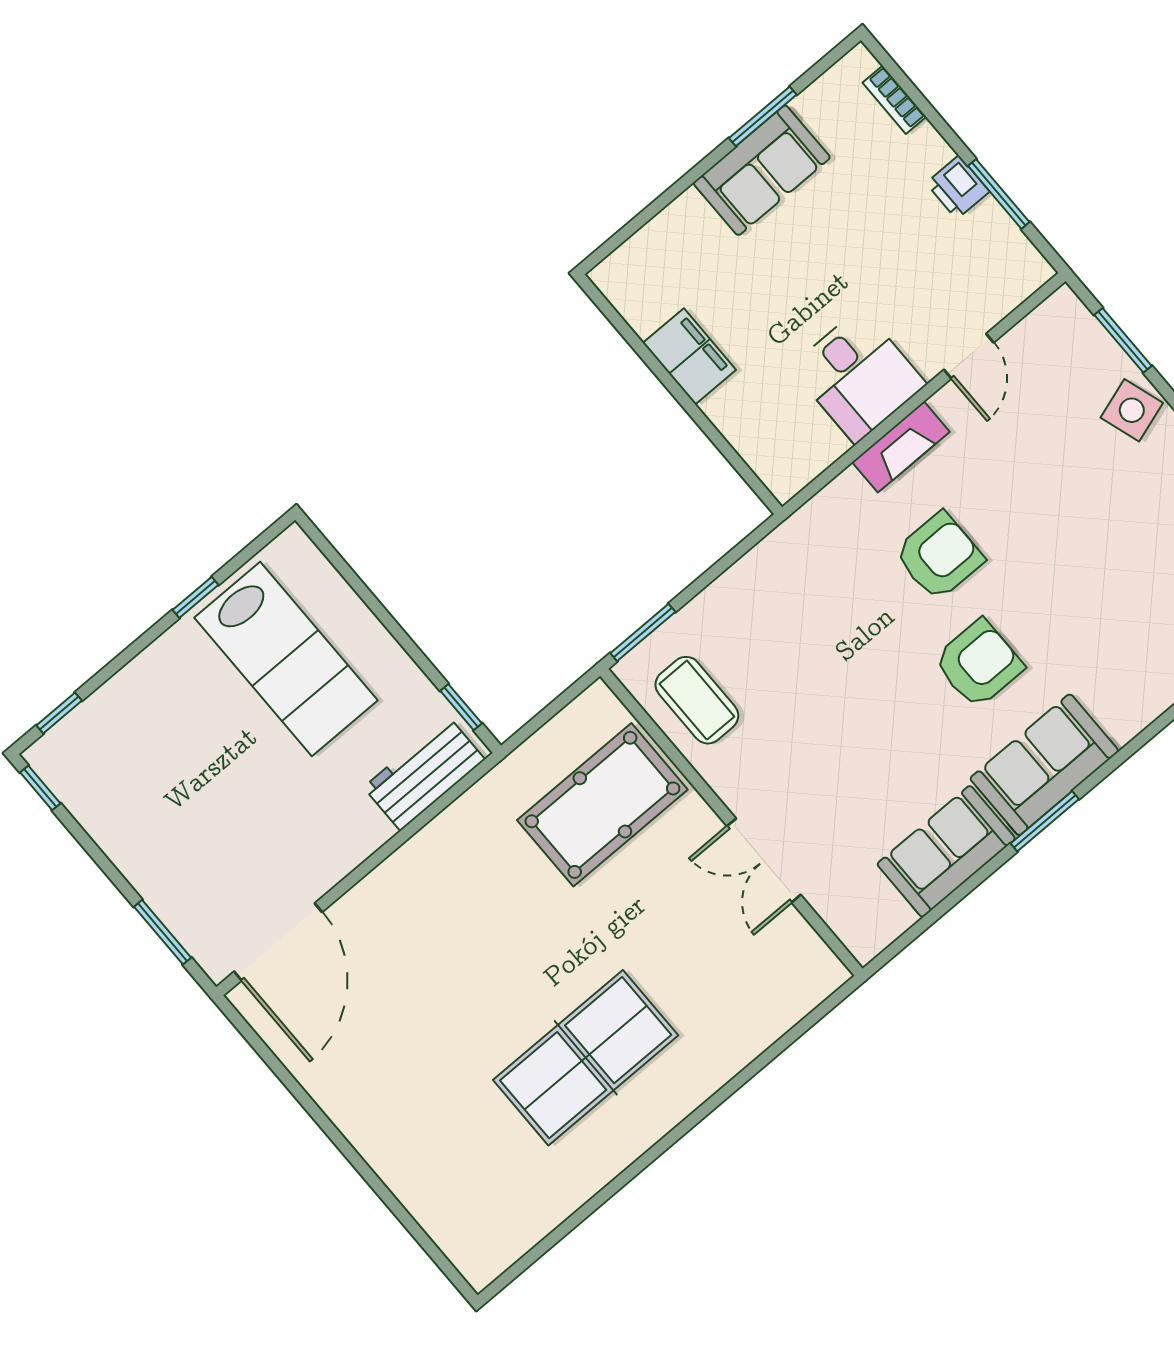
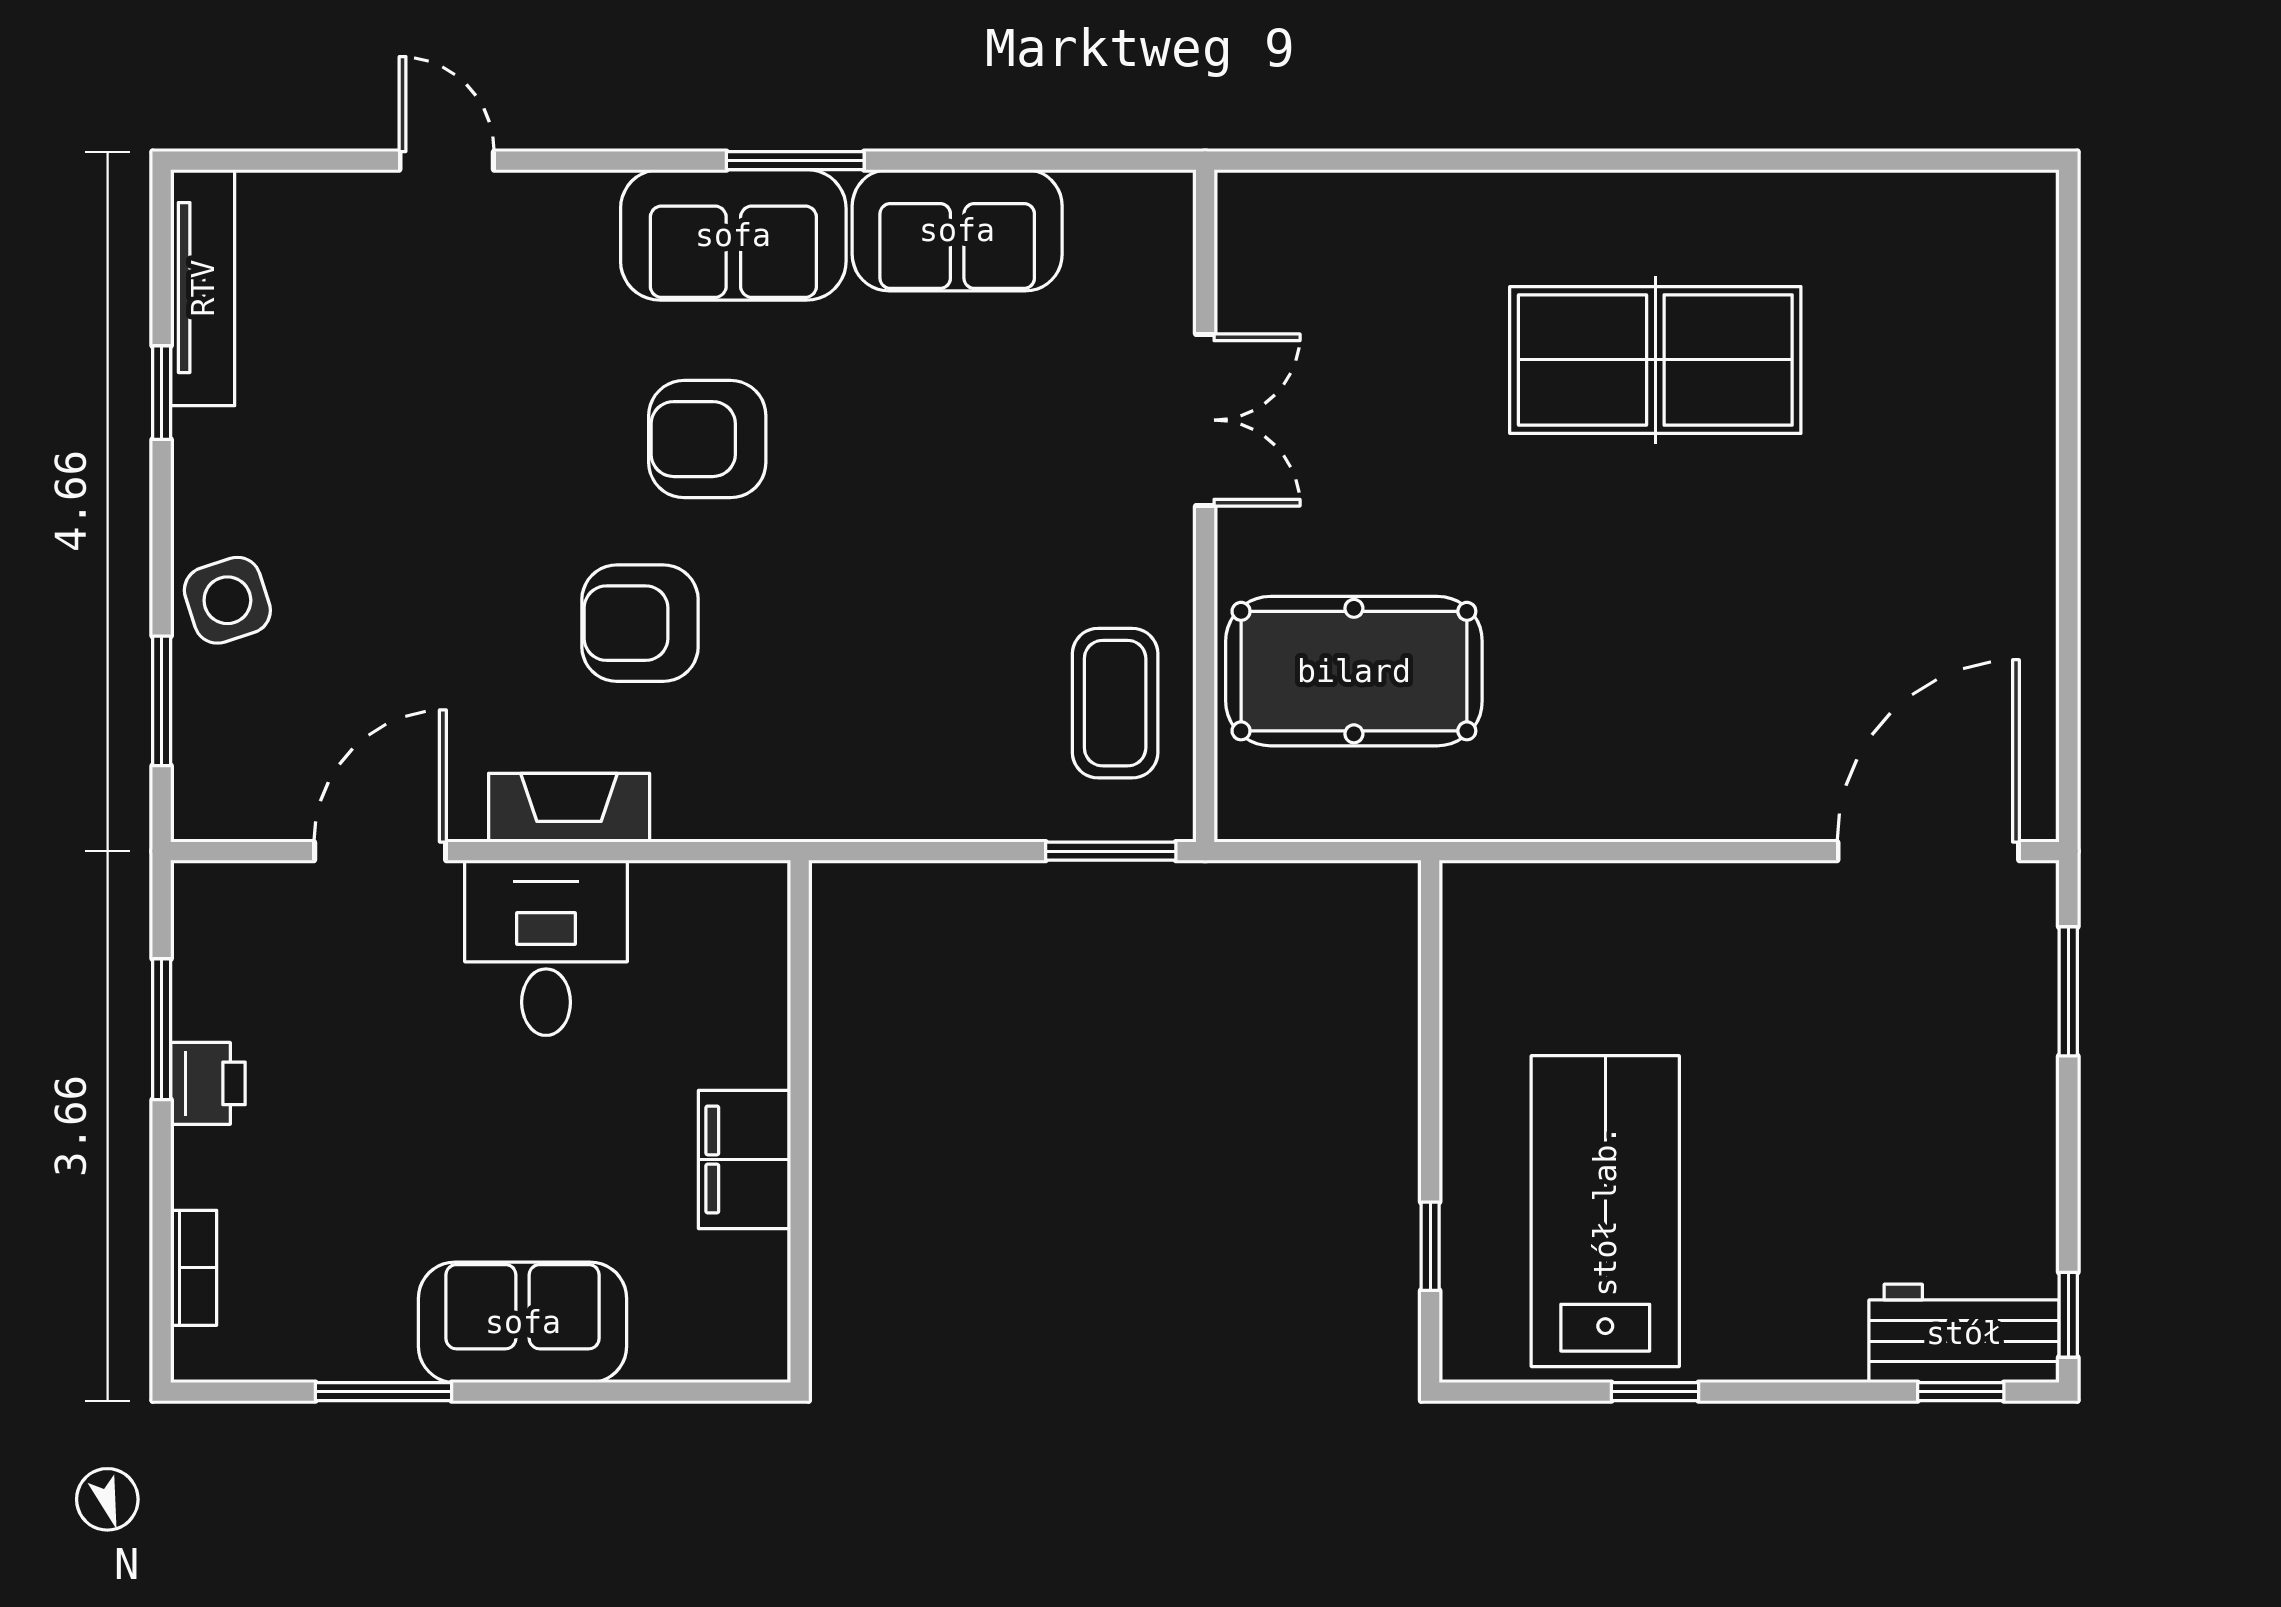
sofa: (762, 170) -> (523, 1322), moved
door: (969, 356) -> (380, 851), width x1.38
window: (461, 707) -> (1430, 1246), moved
workbench: (424, 773) -> (1964, 1333), moved, turned 180

